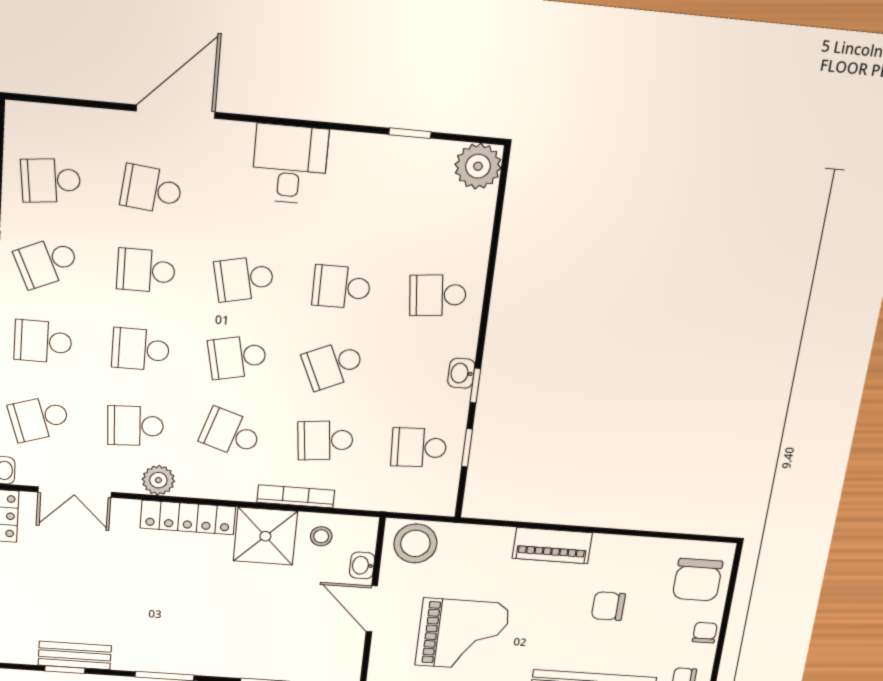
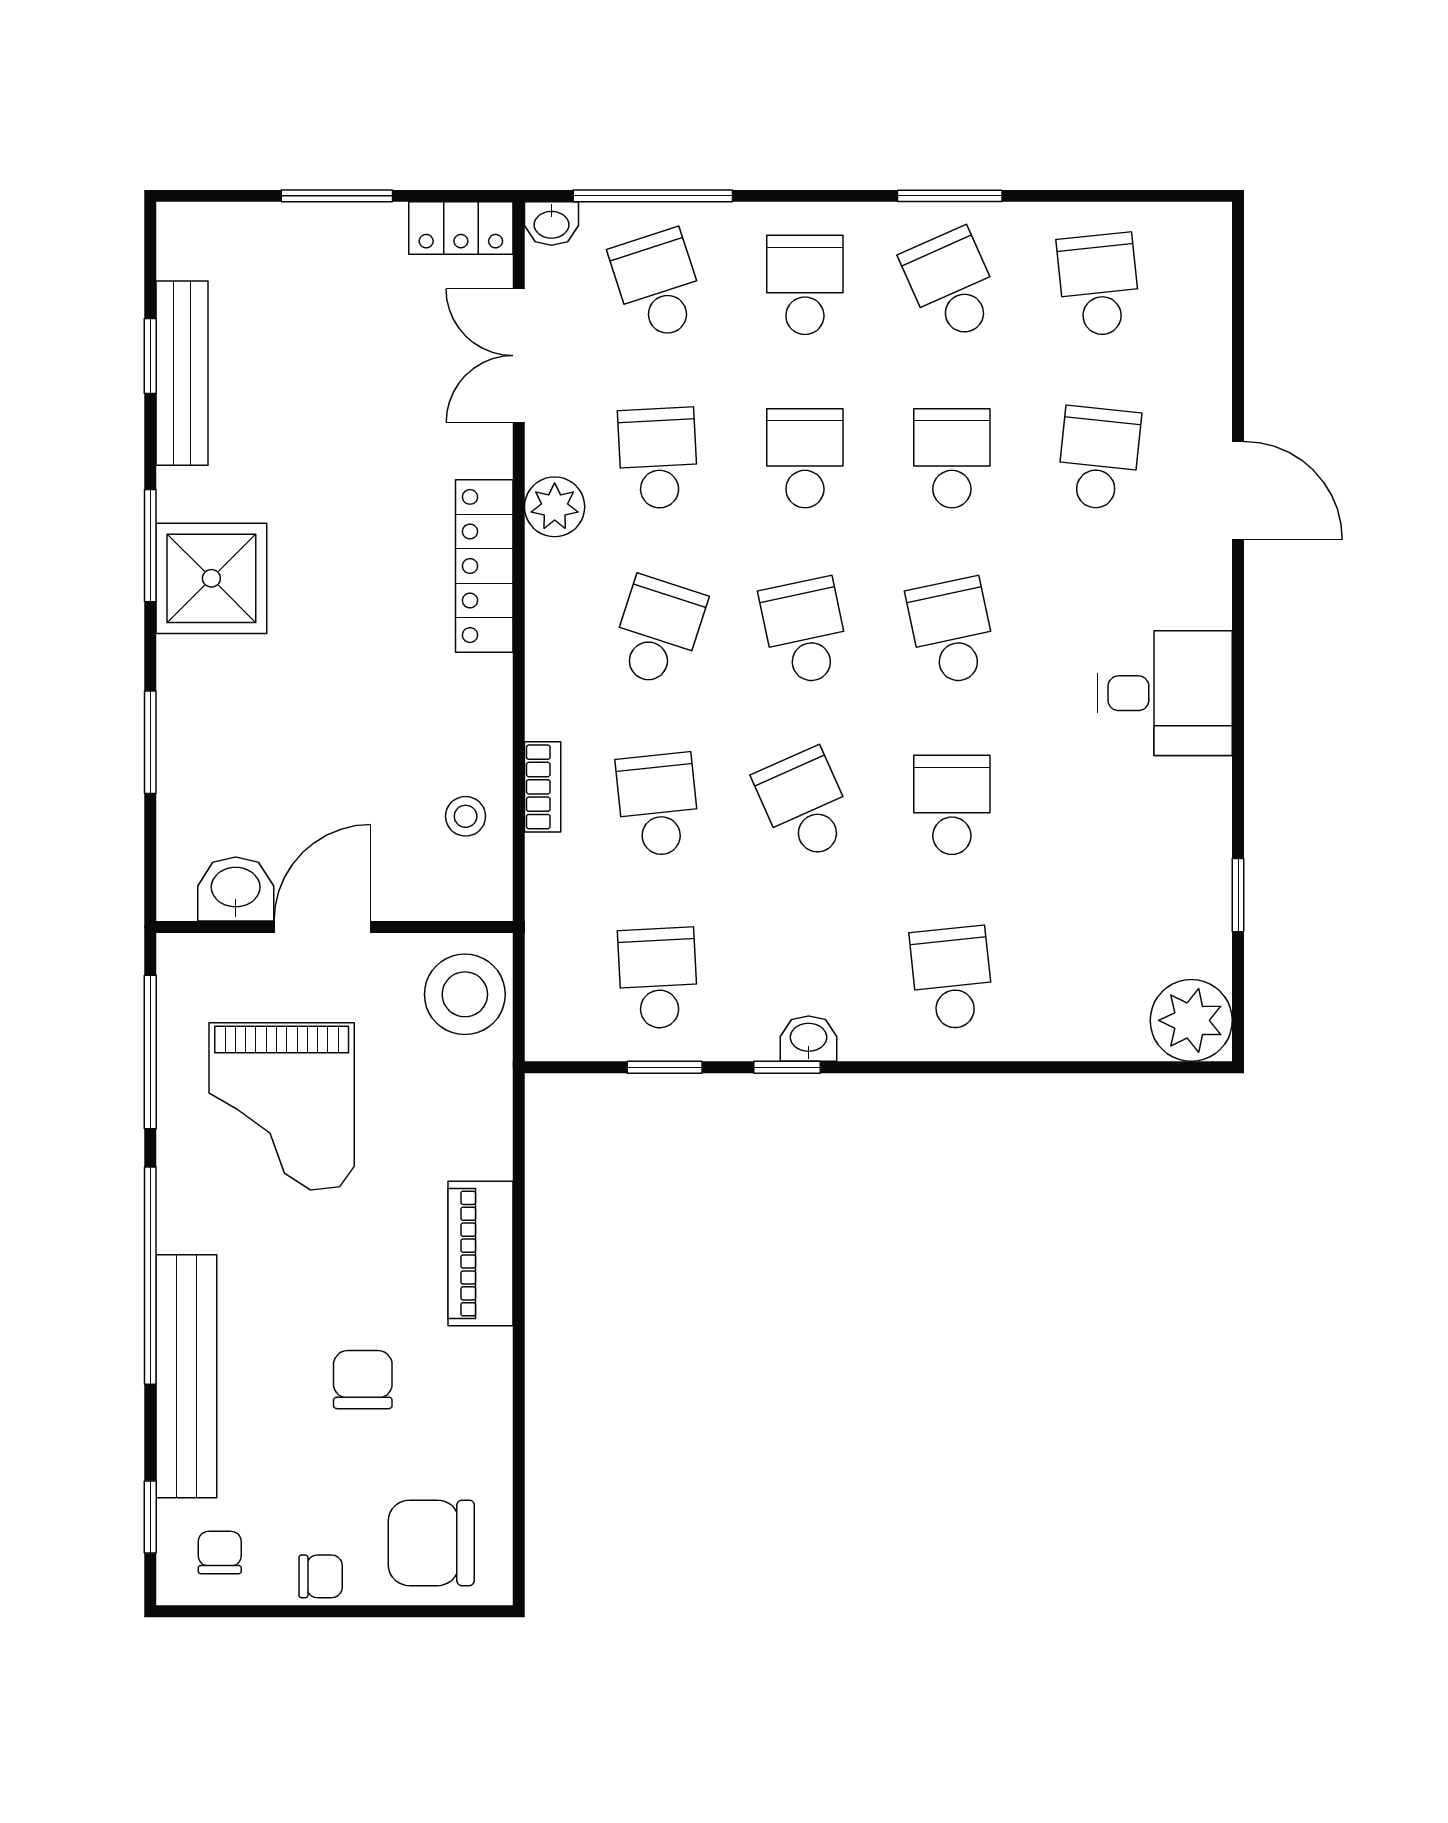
door: (176, 112) -> (1238, 490), width x0.73
bookcase: (296, 496) -> (543, 787), width x0.64
shower: (265, 536) -> (211, 578), moved
washbasin: (362, 565) -> (236, 889), moved, width x1.38, depth x1.45
bench: (75, 655) -> (182, 373), width x1.36

